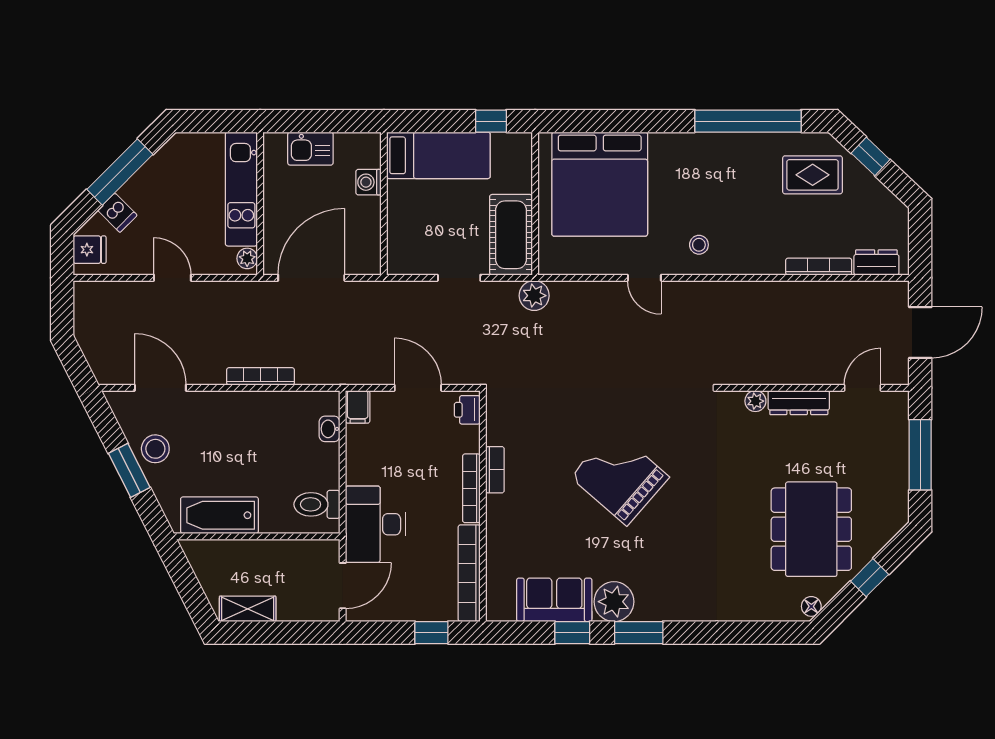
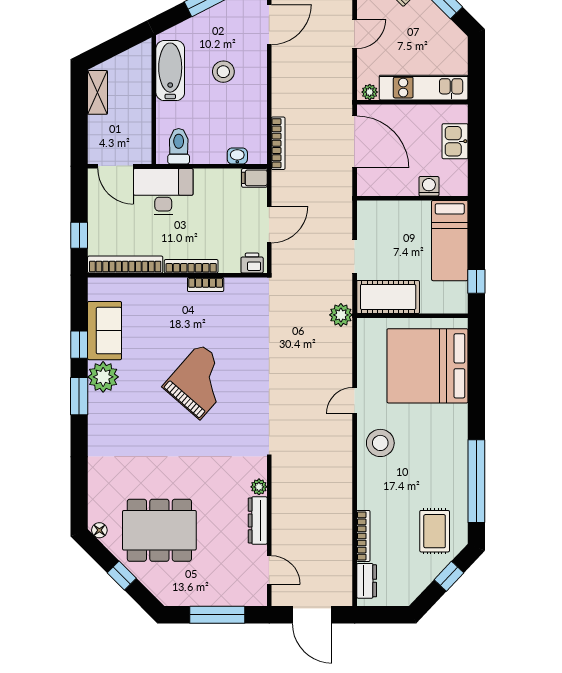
stool: (699, 245) -> (380, 443), width x1.89, depth x1.89
bookcase: (260, 376) -> (278, 143), moved
stool: (155, 449) -> (223, 72), moved

